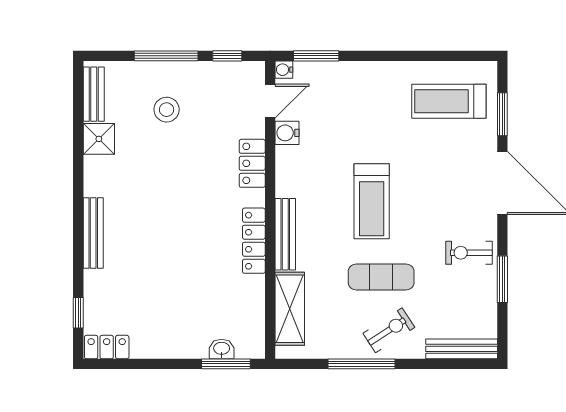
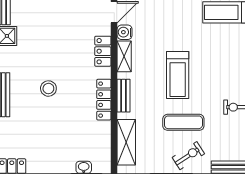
stool: (167, 110) -> (48, 89), moved
shelving: (286, 172) -> (124, 56), added
bench: (285, 234) -> (123, 96), width x0.73

